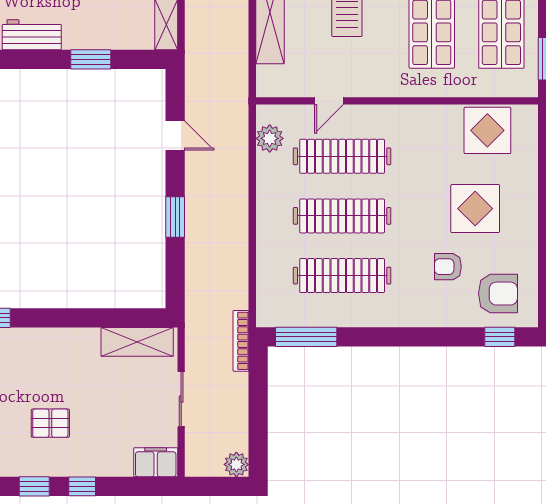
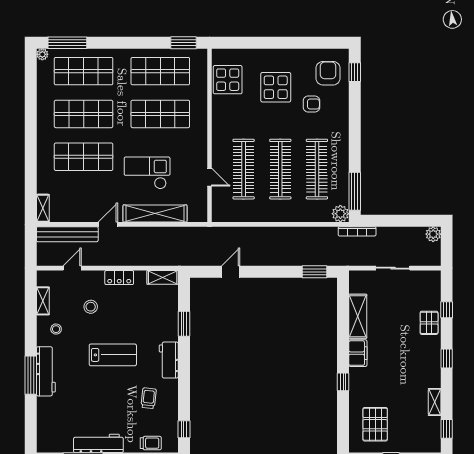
plant: (270, 138) -> (340, 214), moved
window: (175, 217) -> (314, 272), moved
armchair: (448, 267) -> (311, 104), turned -90
shelving: (137, 342) -> (358, 316), moved
pallet: (50, 423) -> (429, 323), moved
filing cabinet: (156, 462) -> (358, 353), moved, turned 180
window: (82, 486) -> (447, 310), moved

